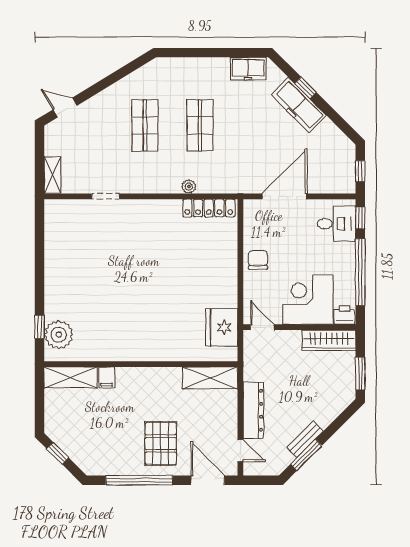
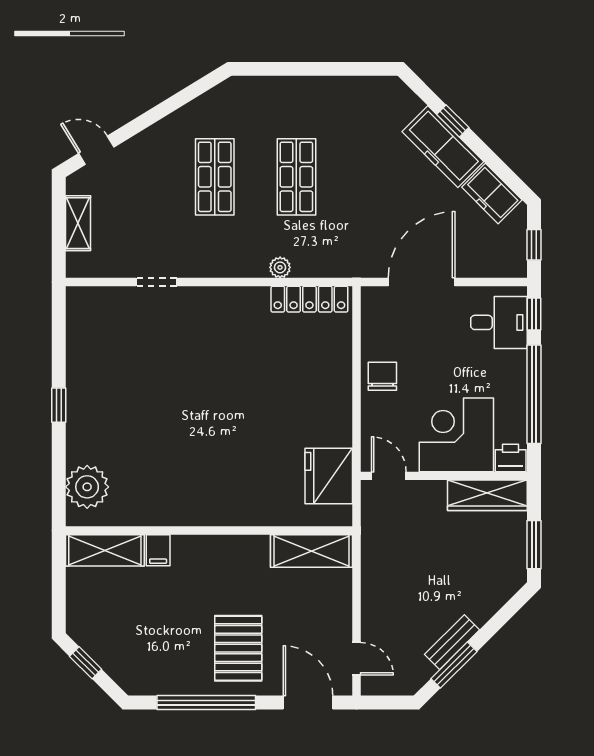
freezer: (248, 69) -> (492, 193), moved, turned 45
shelving: (53, 175) -> (78, 223), moved
window: (40, 327) -> (59, 405), moved
dresser: (253, 410) -> (375, 599), removed

